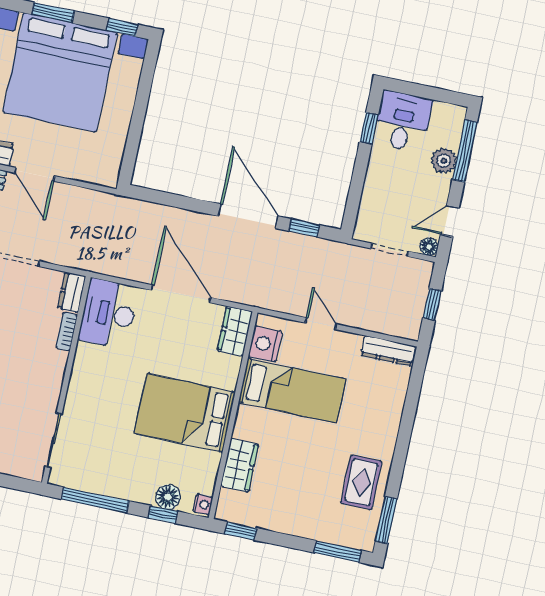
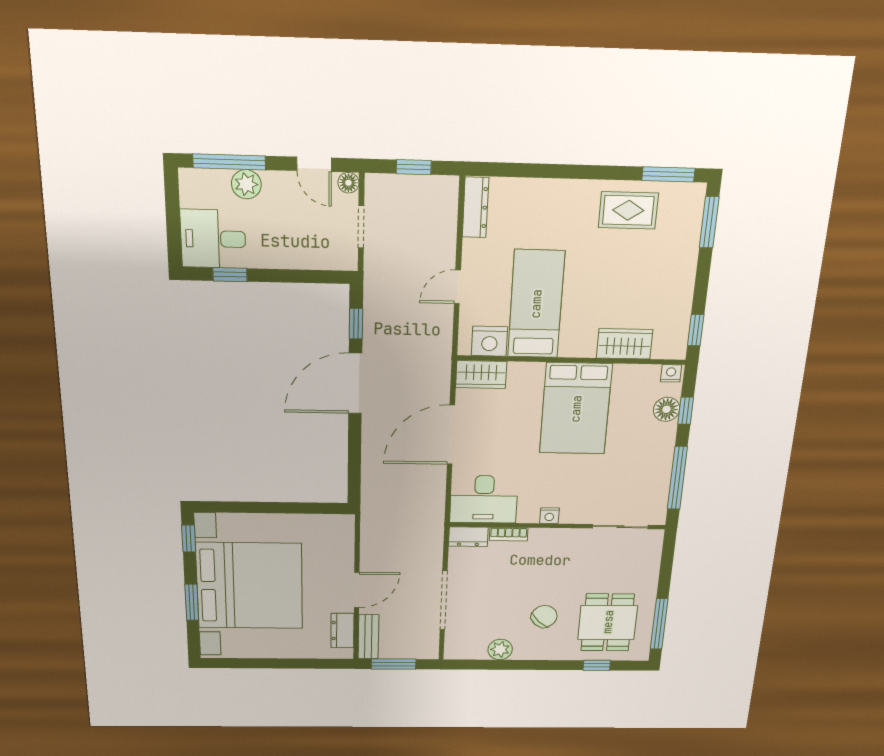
nightstand: (79, 373) -> (549, 516), added

